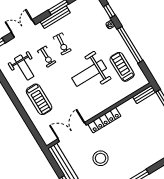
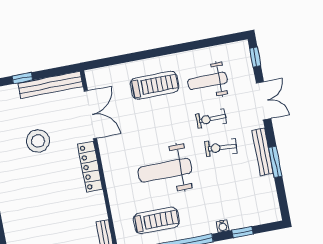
weight bench: (89, 73) -> (165, 170), turned -90
treadmill: (39, 99) -> (154, 85), turned 180

